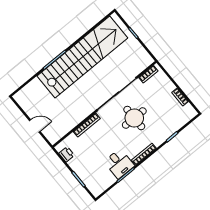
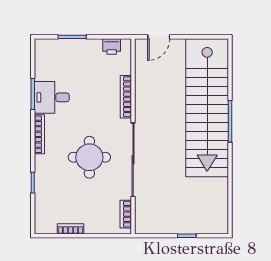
stairs: (82, 57) -> (207, 108), moved
door: (35, 126) -> (159, 37), moved

